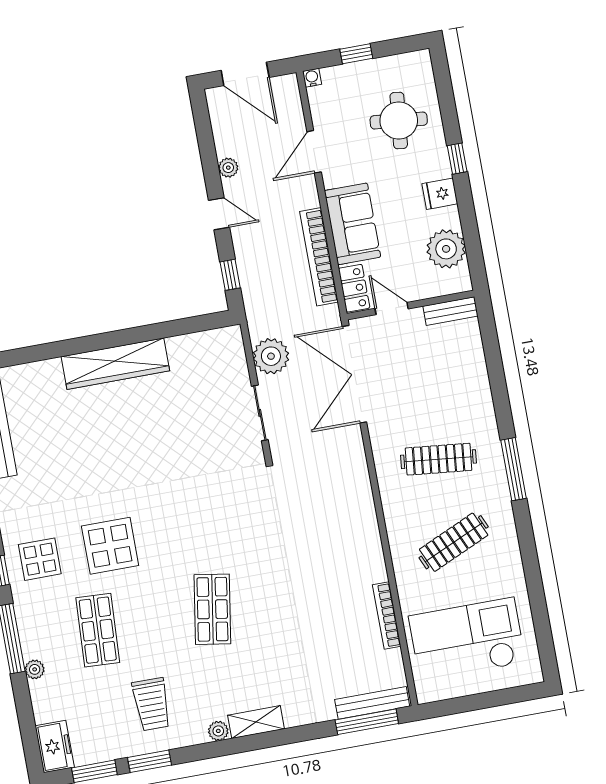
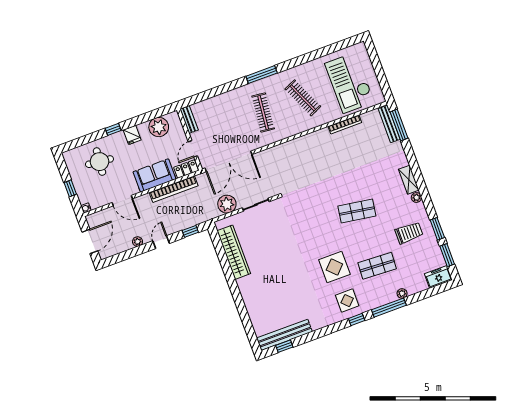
wardrobe: (115, 364) -> (234, 252), moved

